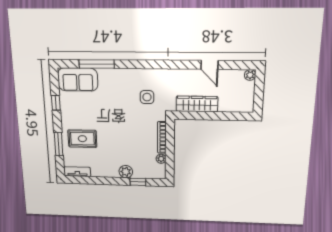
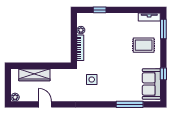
sofa: (78, 79) -> (151, 84), moved, turned -90
wardrobe: (197, 104) -> (34, 75), moved
window: (59, 144) -> (163, 29), moved
plant: (126, 172) -> (109, 18), removed

